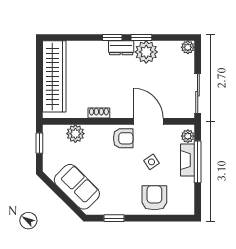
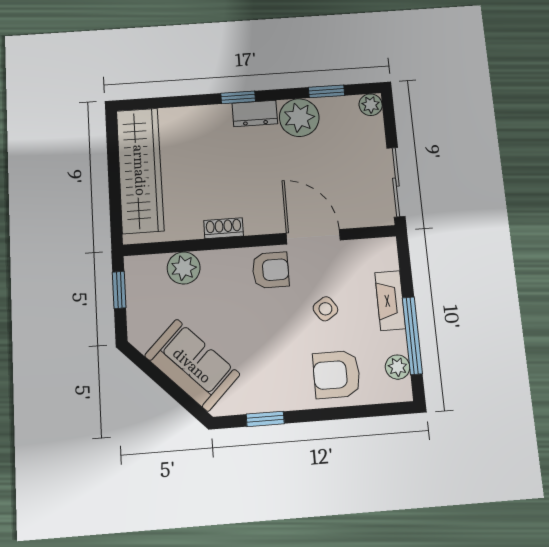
window: (141, 37) -> (326, 91), moved
plant: (188, 136) -> (398, 367), moved
window: (198, 162) -> (412, 336), moved
armchair: (154, 198) -> (337, 375), turned -90

